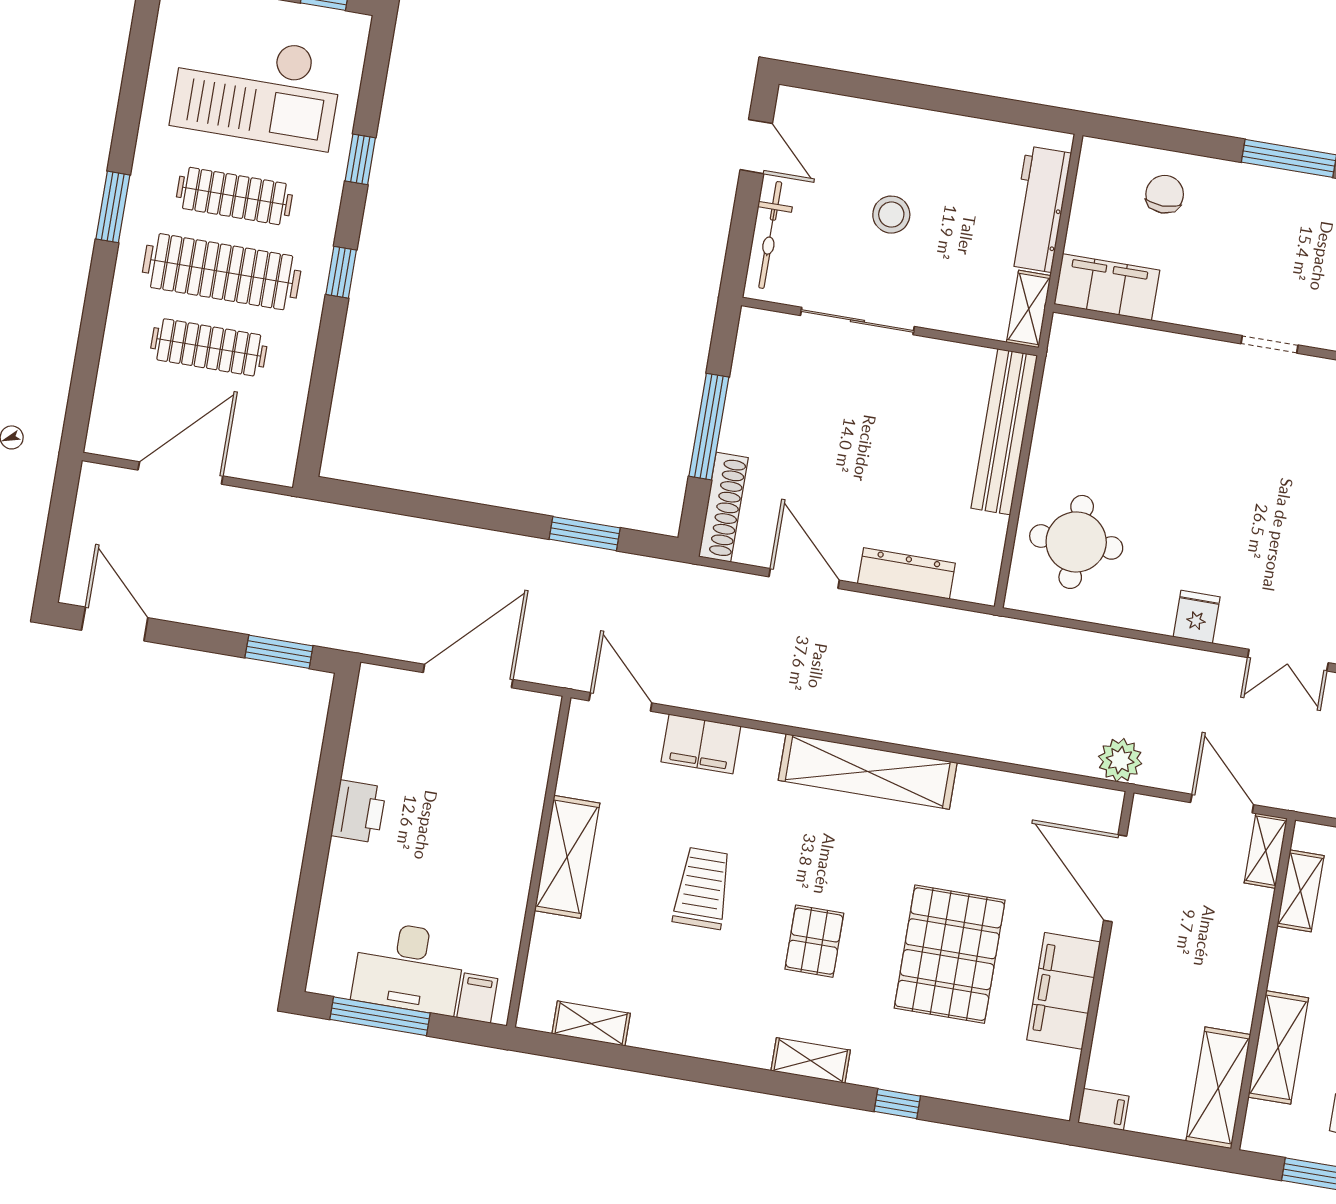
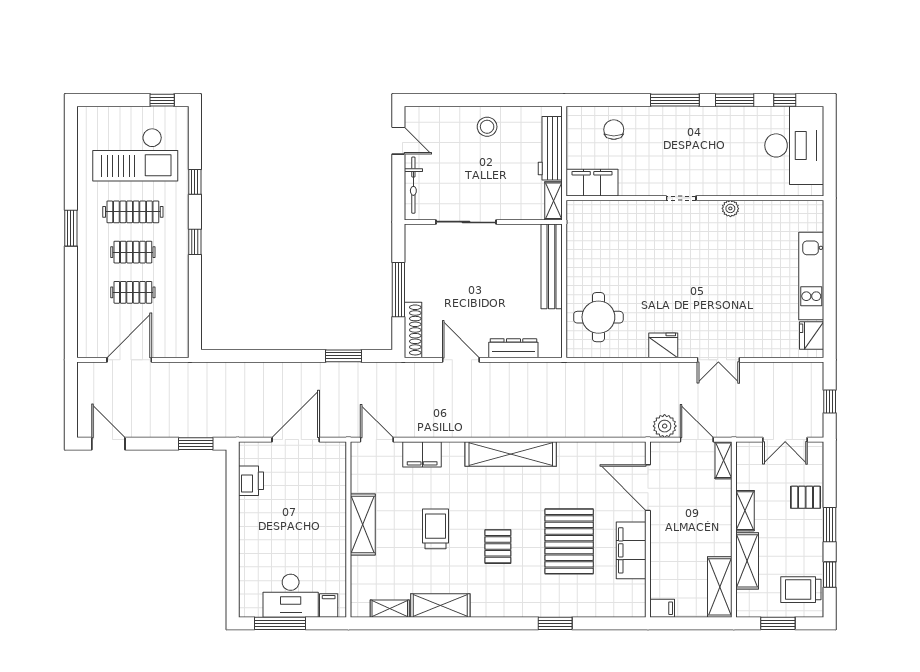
stool: (891, 215) -> (487, 127), moved
clothes rail: (222, 272) -> (133, 252), width x0.54, depth x0.76
clothes rail: (209, 347) -> (133, 292), width x0.73
fridge: (1197, 617) -> (663, 345), width x1.38
plant: (1120, 760) -> (665, 426), moved
printer: (359, 812) -> (251, 481), moved
shelving: (1300, 891) -> (745, 511), moved
shelving: (811, 1060) -> (440, 606), moved, width x1.50, depth x1.33
window: (897, 1104) -> (555, 623), width x1.50

